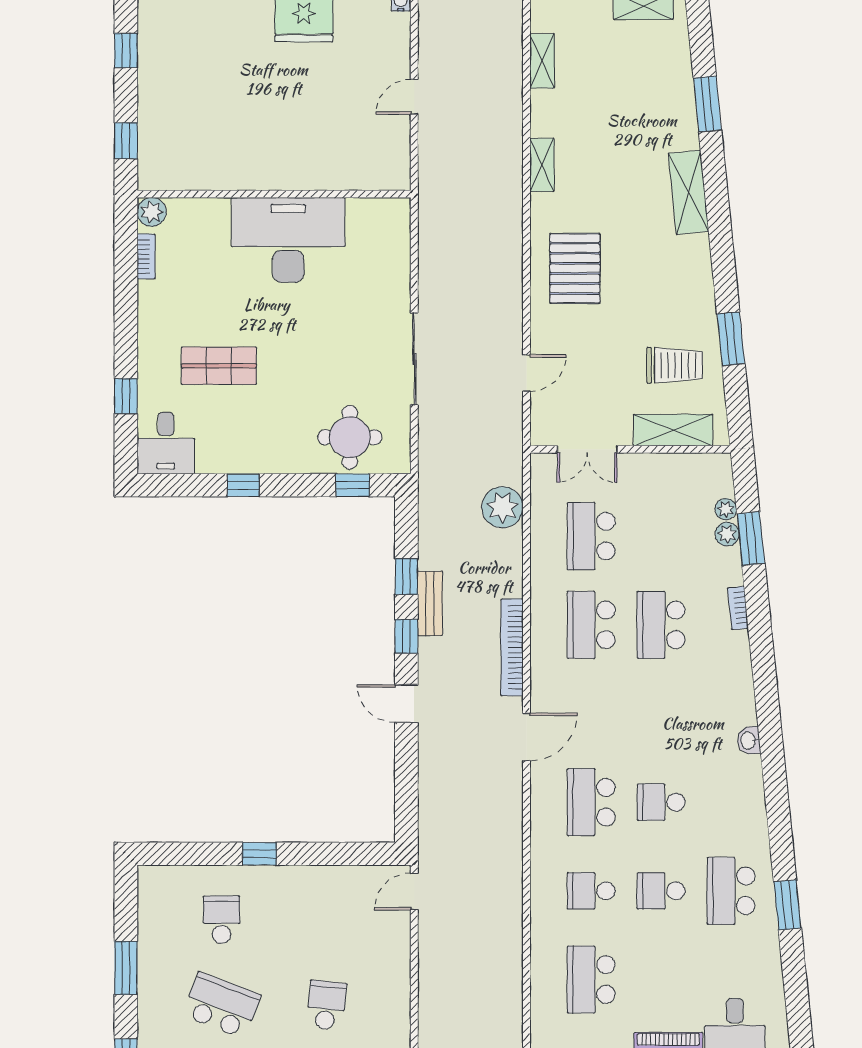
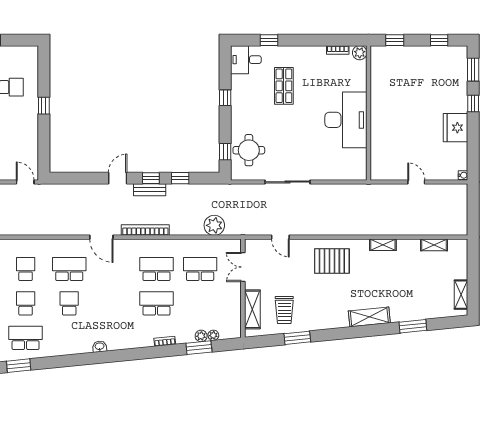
bench: (430, 603) -> (150, 190), moved

